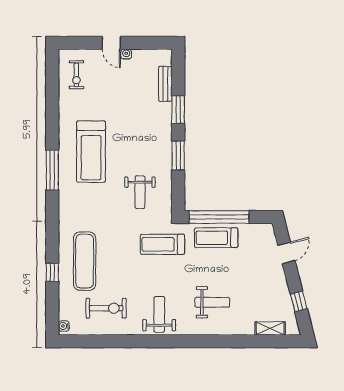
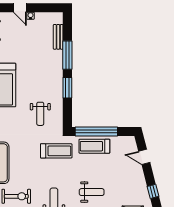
window: (178, 110) -> (67, 55), width x1.44
treadmill: (162, 244) -> (56, 151), turned 180
door: (286, 253) -> (144, 157), swing flipped

